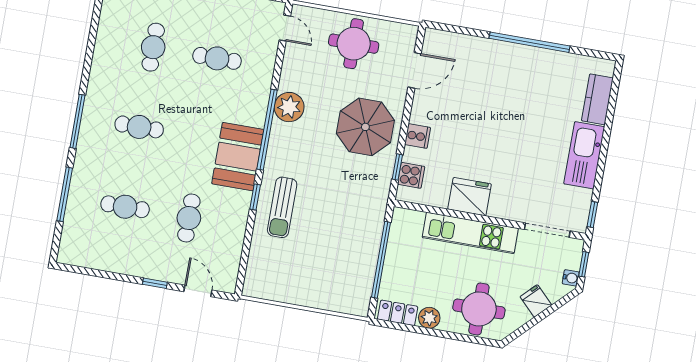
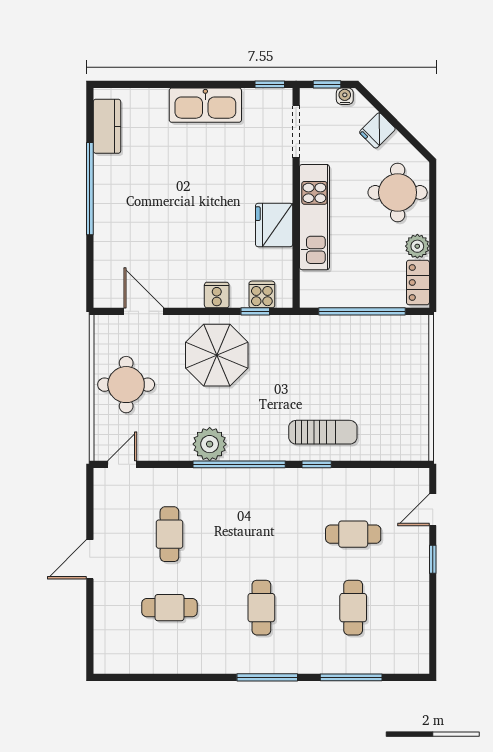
kitchen counter: (597, 99) -> (107, 126), moved, turned -90
booth: (238, 157) -> (275, 492), removed

